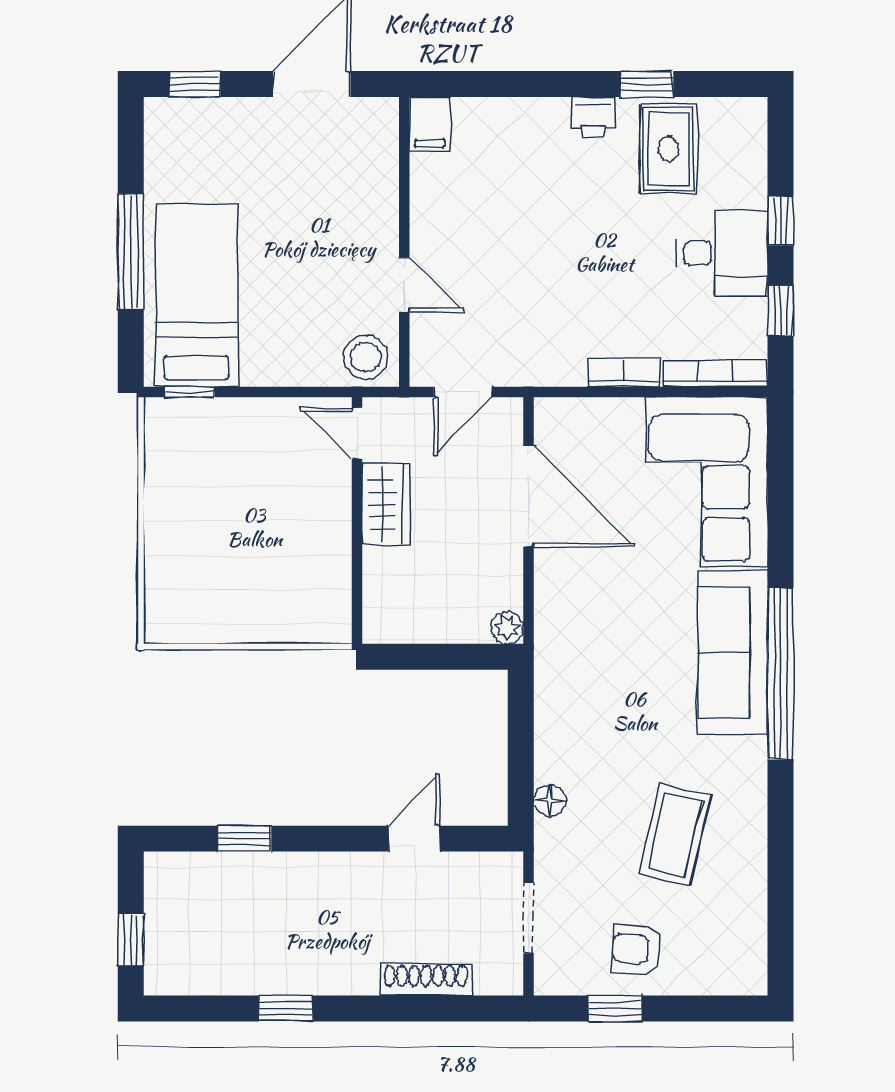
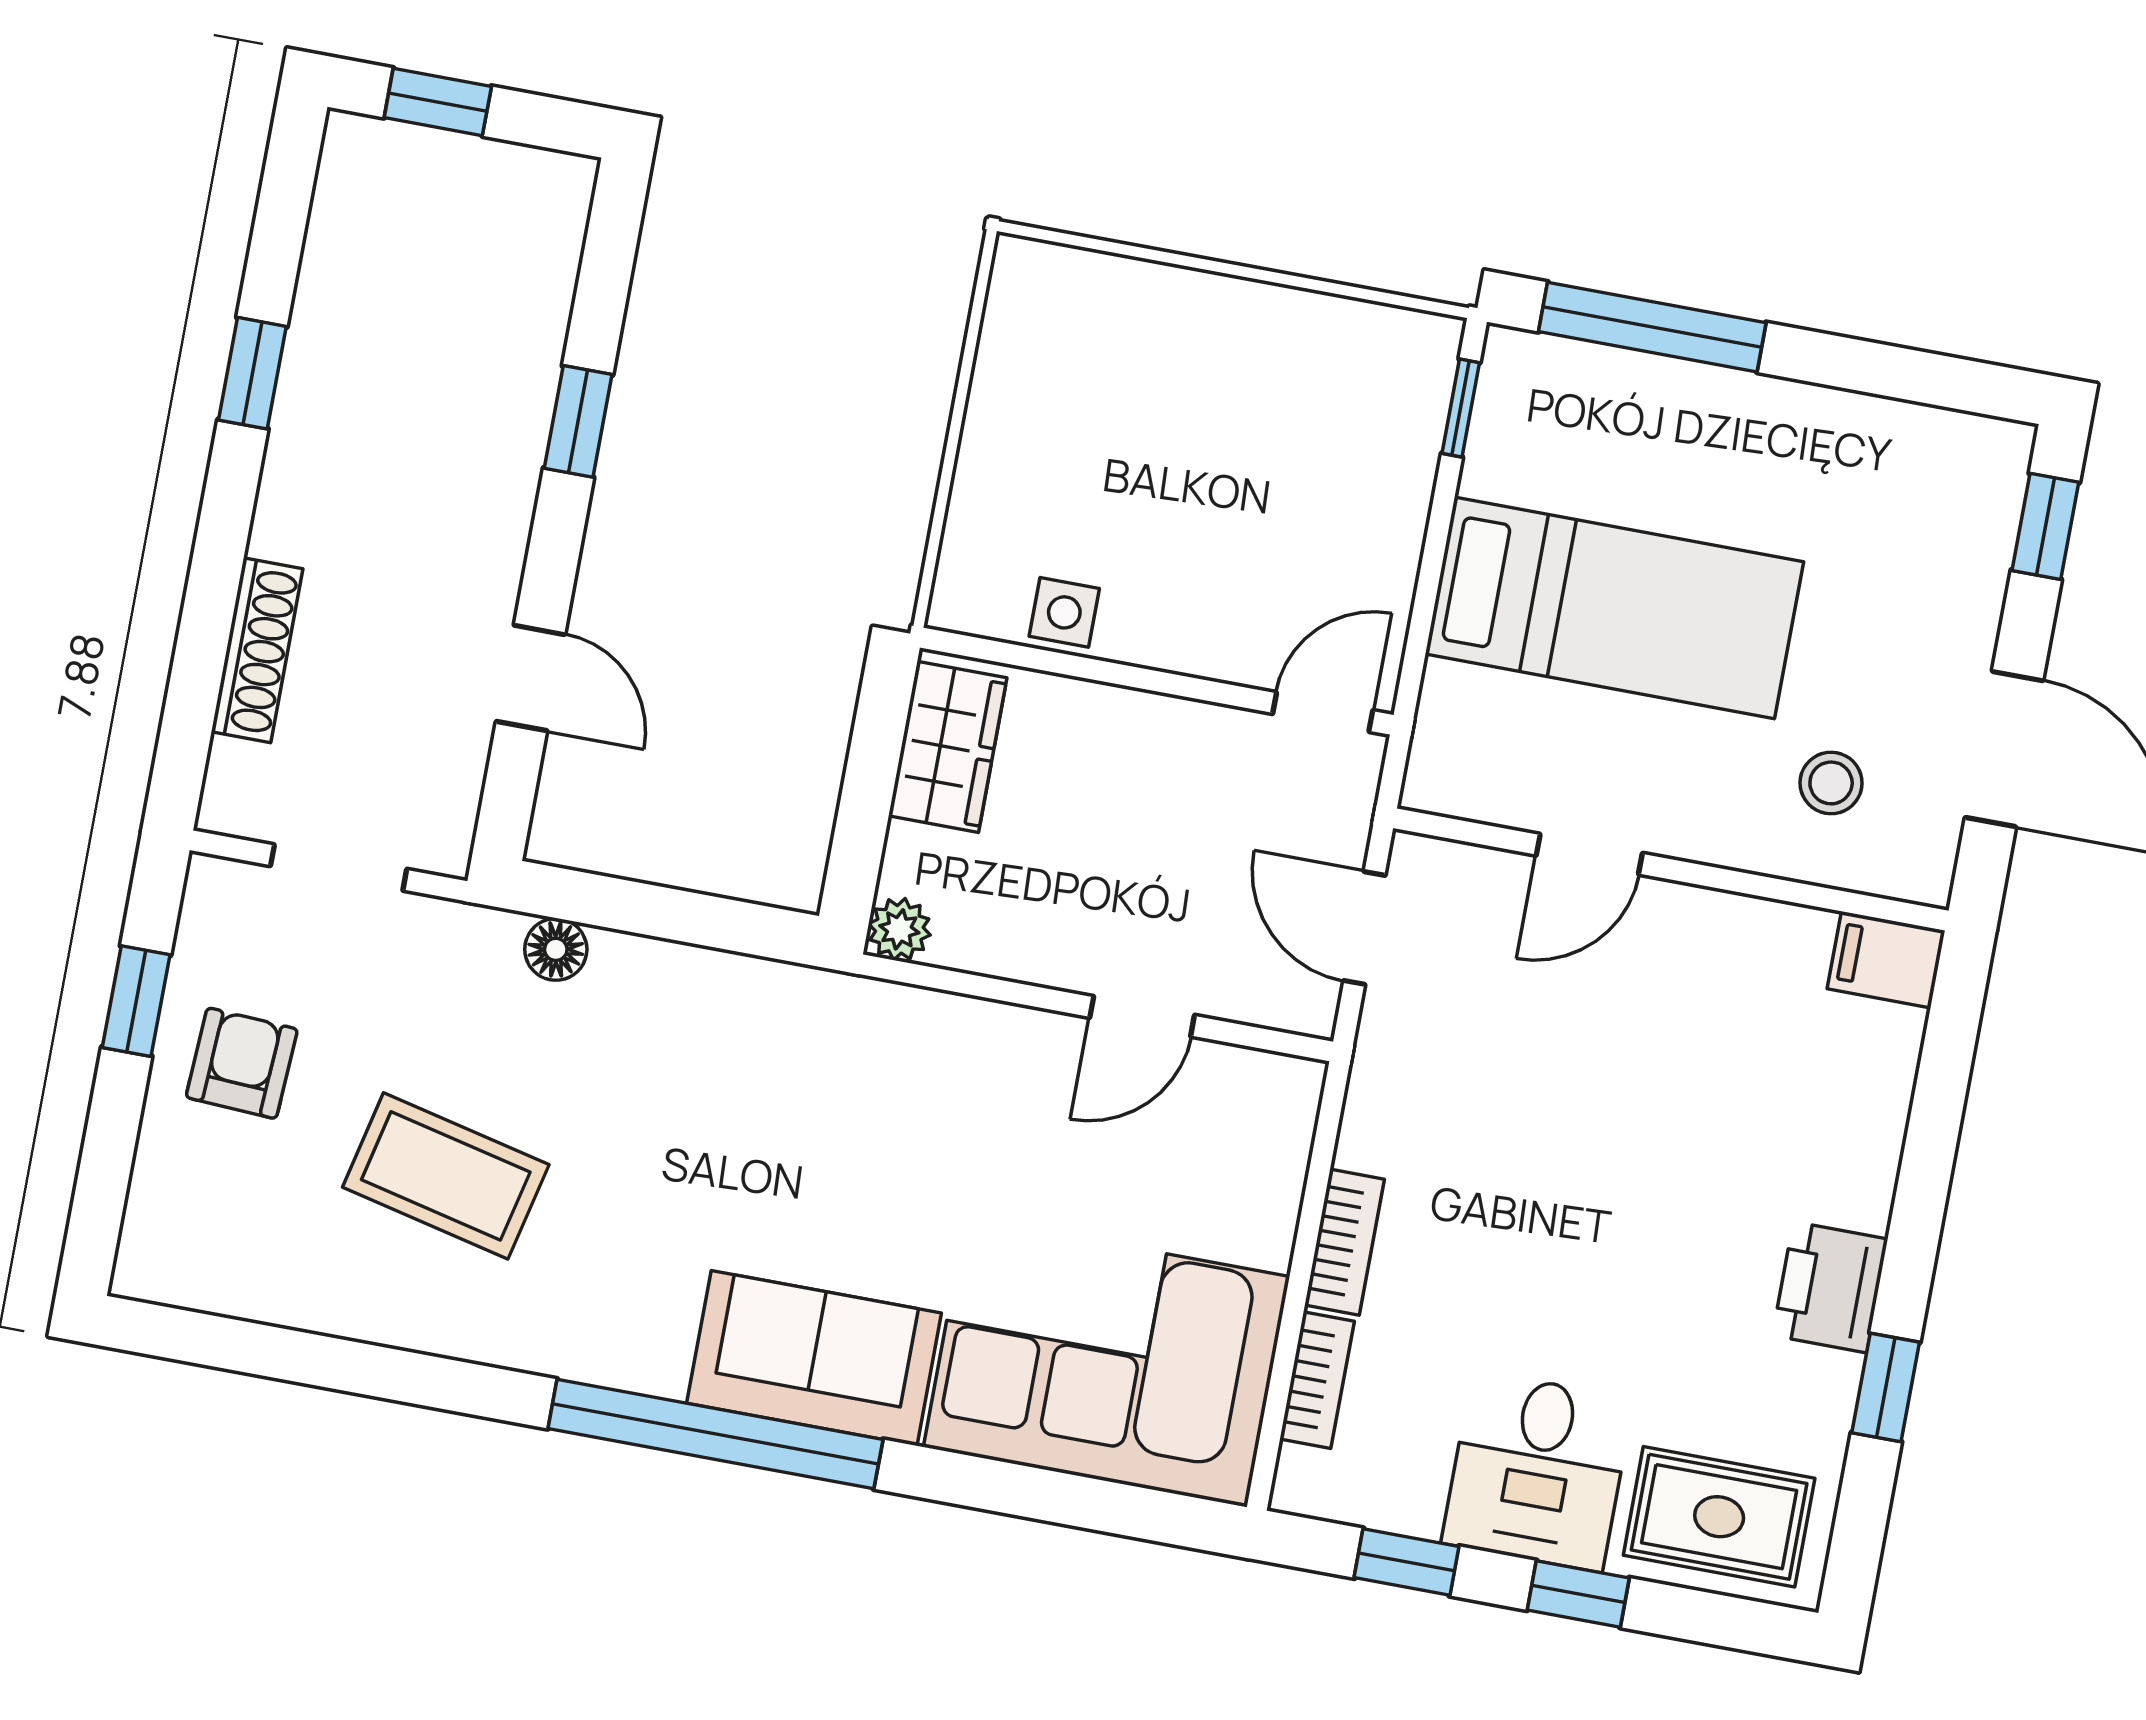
printer: (593, 117) -> (1830, 1287), width x1.36, depth x1.24
rug: (668, 149) -> (1719, 1517), moved
window: (131, 251) -> (1652, 327), moved
bed: (197, 295) -> (1614, 608), moved
stool: (366, 357) -> (1831, 783), moved, width x0.73, depth x0.73
bookcase: (715, 373) -> (1317, 1380), width x0.64
door: (528, 496) -> (1142, 1016), width x0.53
wardrobe: (386, 504) -> (948, 747), moved, turned -90
side table: (331, 574) -> (1064, 612), added
sofa: (733, 652) -> (814, 1358), width x0.73
window: (244, 839) -> (578, 421), moved

